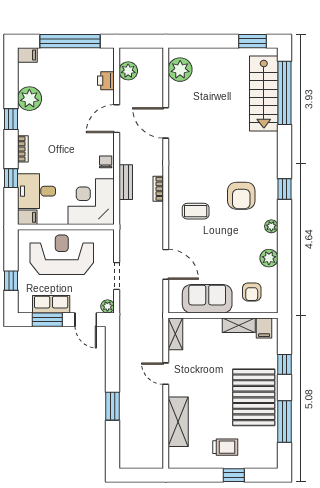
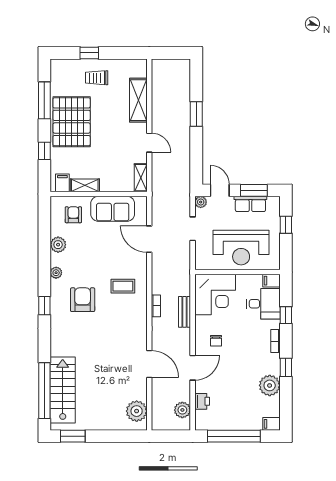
chair: (106, 162) -> (216, 341), moved

